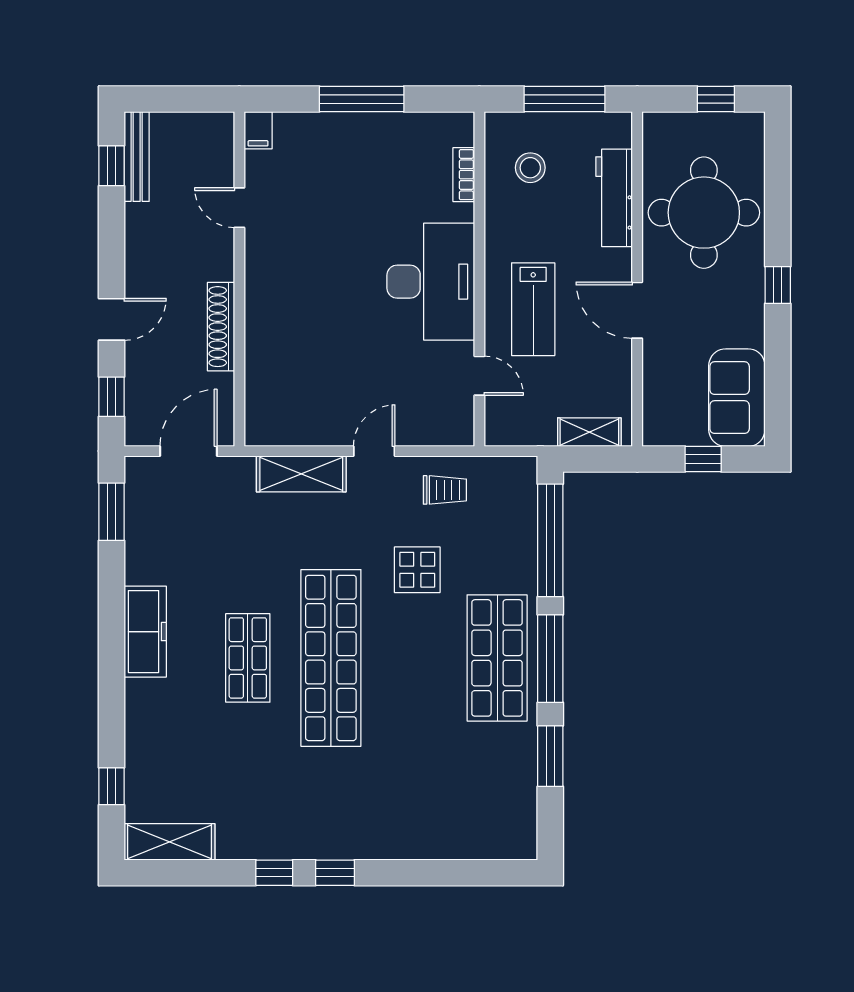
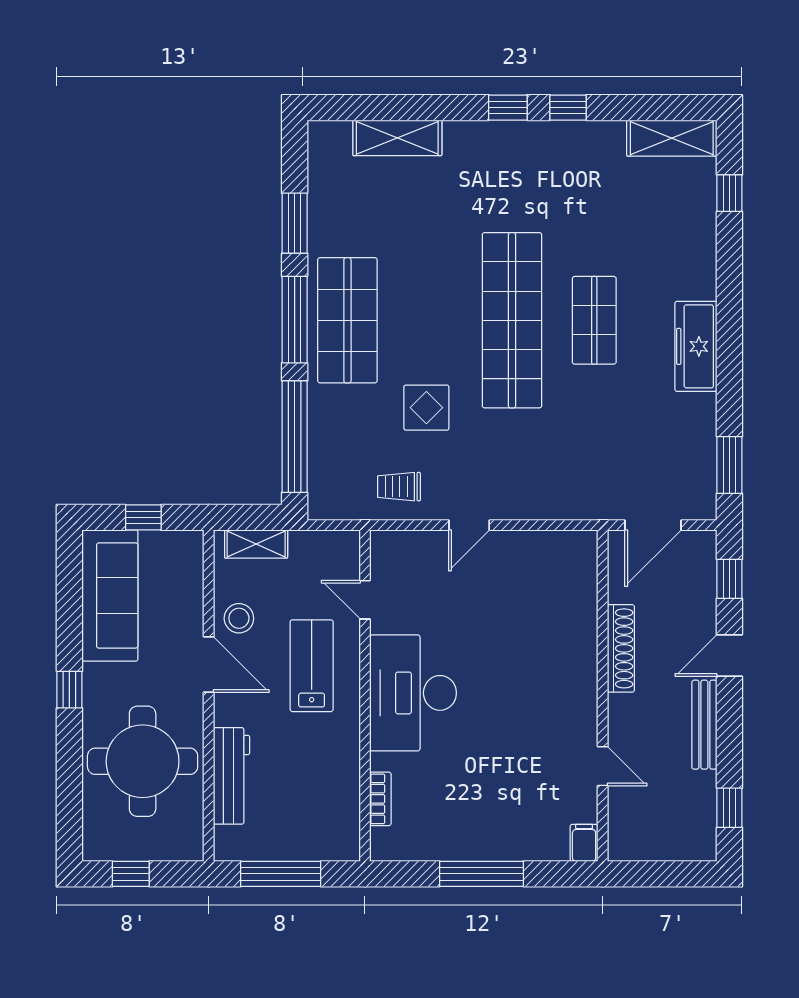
bench: (137, 157) -> (704, 725), moved
stool: (530, 168) -> (239, 618), moved
sofa: (737, 398) -> (110, 595), width x1.36
shelving: (301, 474) -> (397, 138), moved

